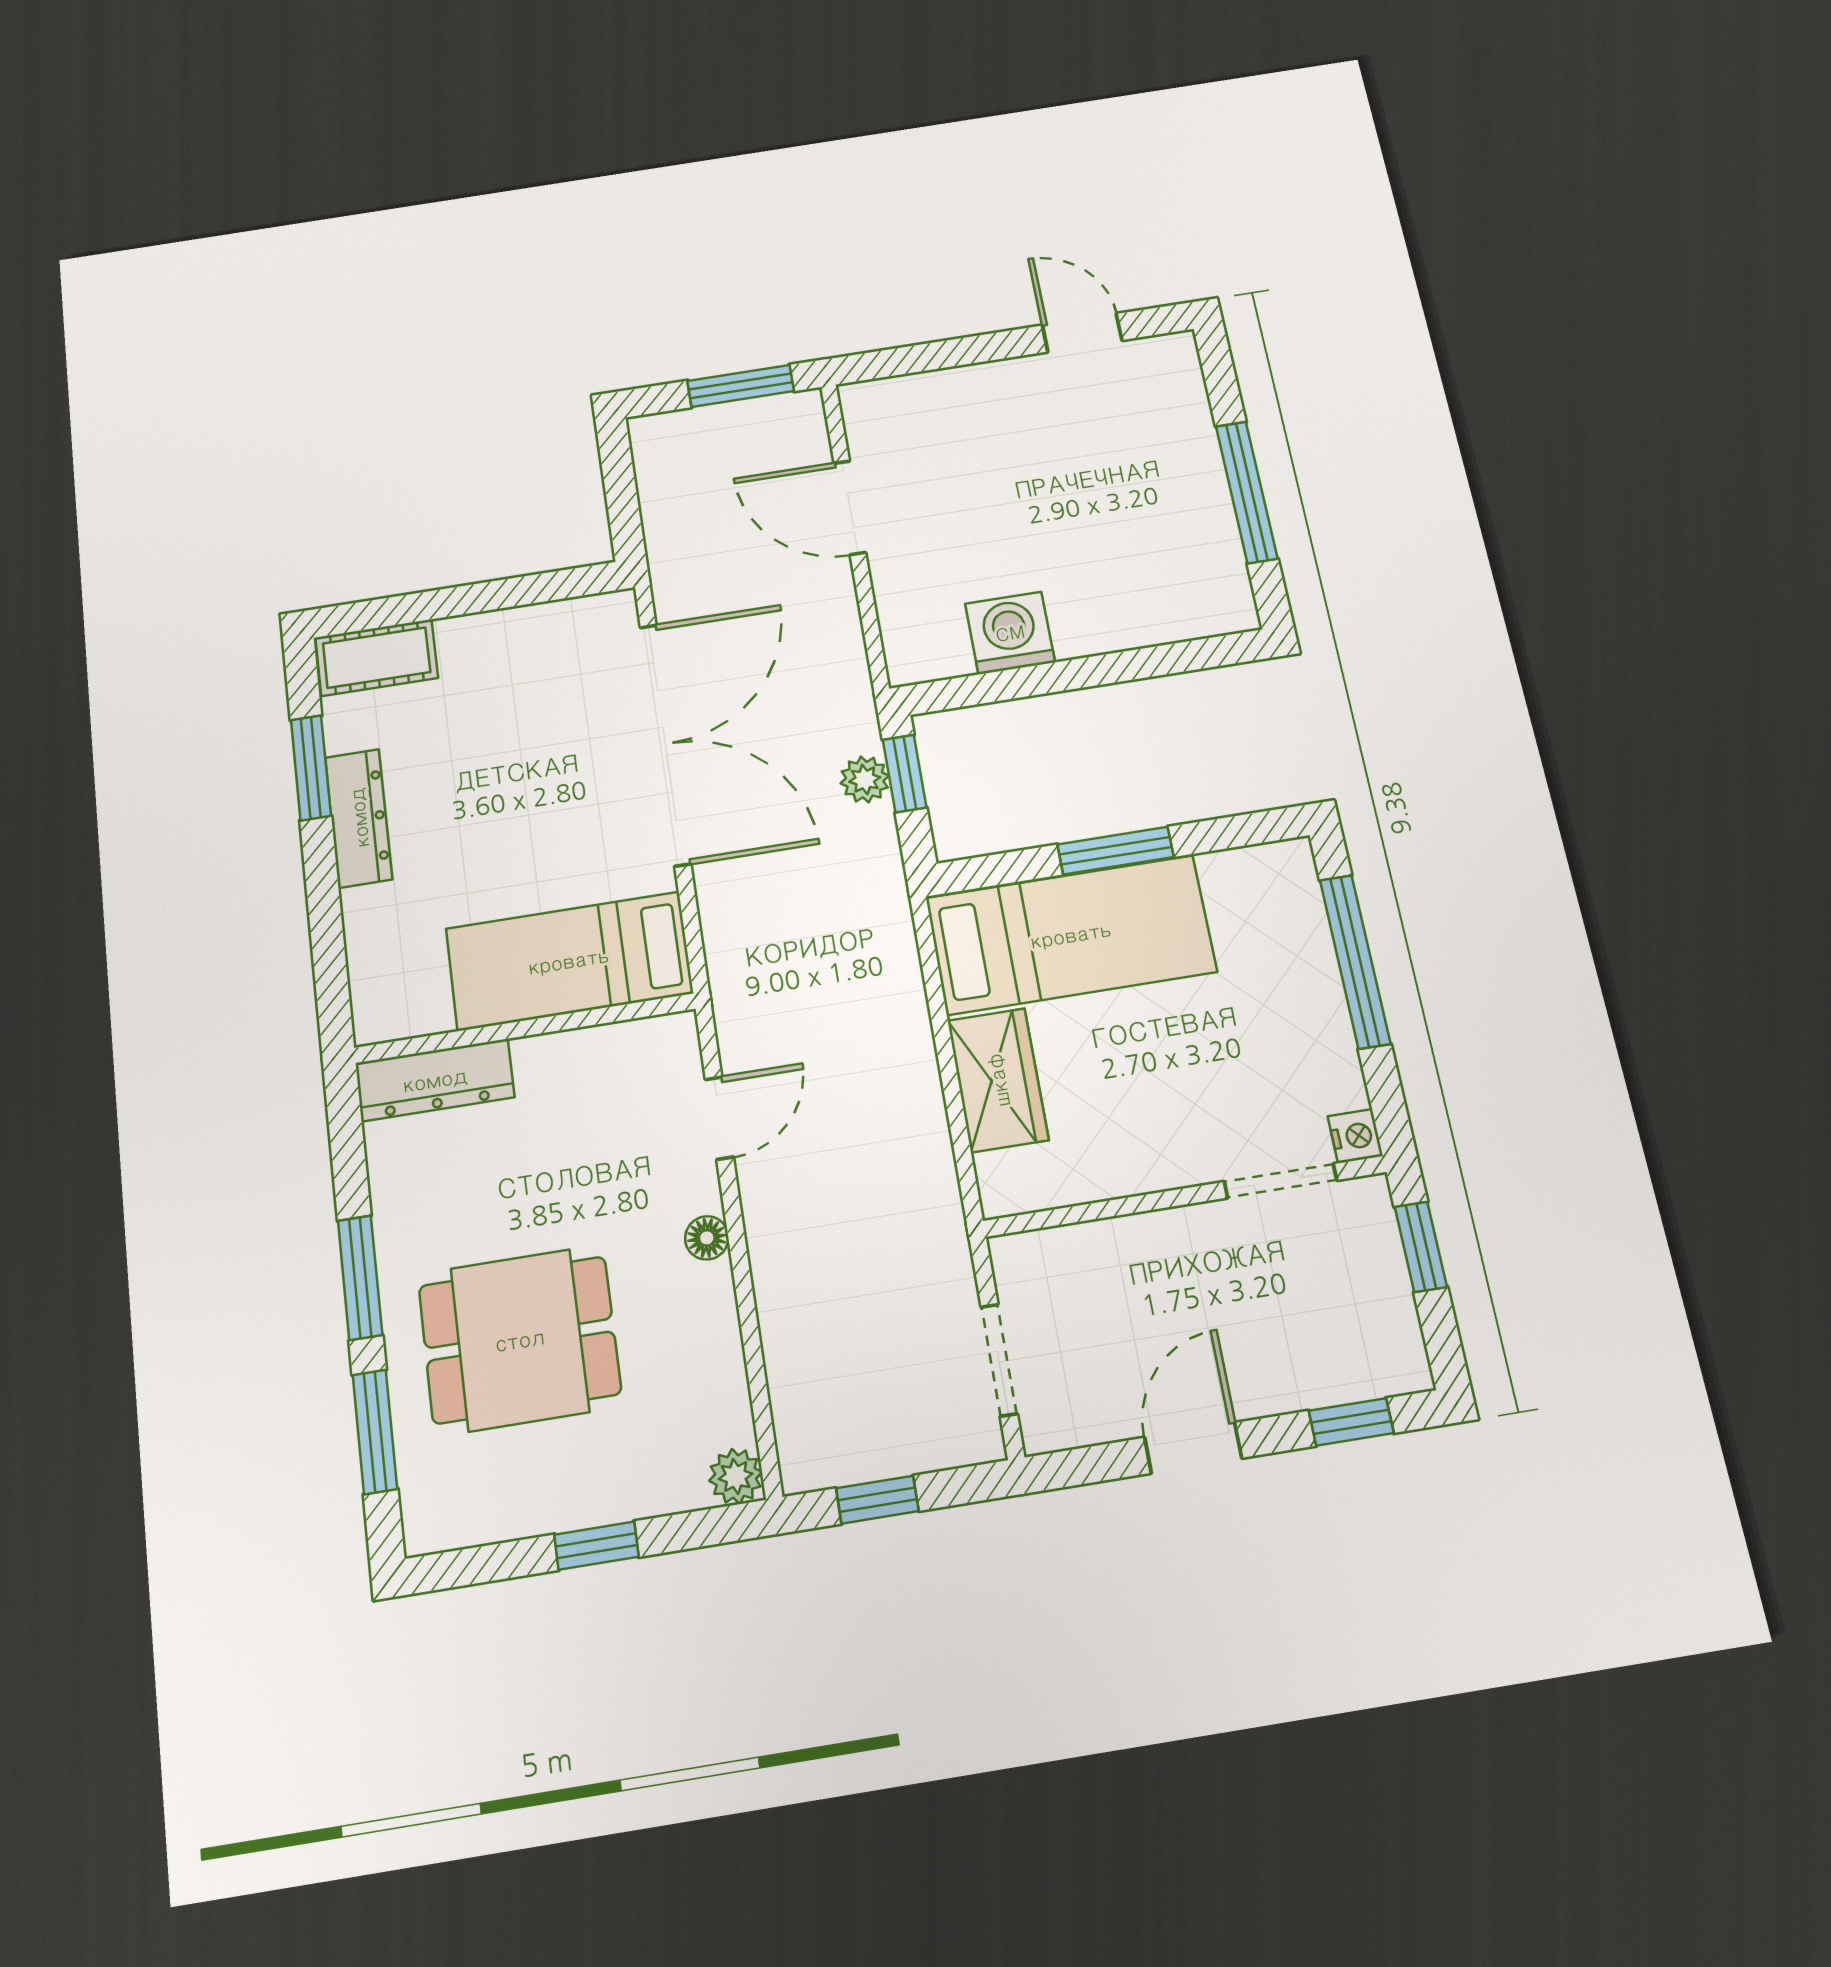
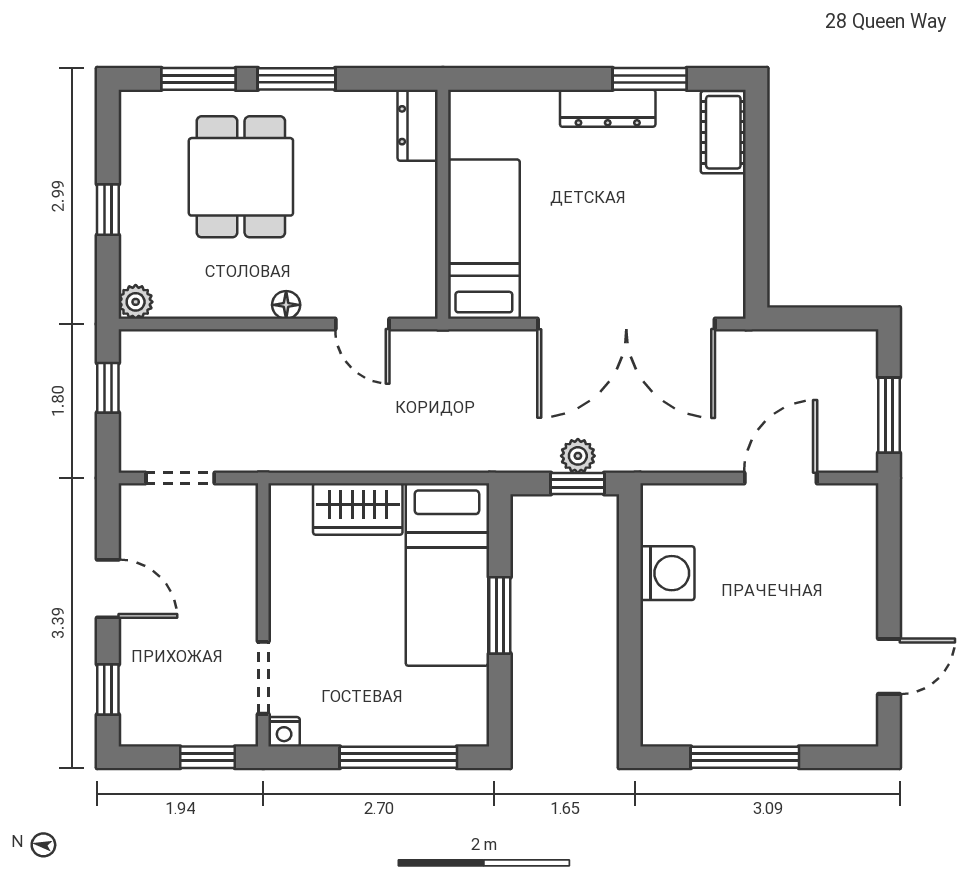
dresser: (435, 1080) -> (418, 125), width x0.70

